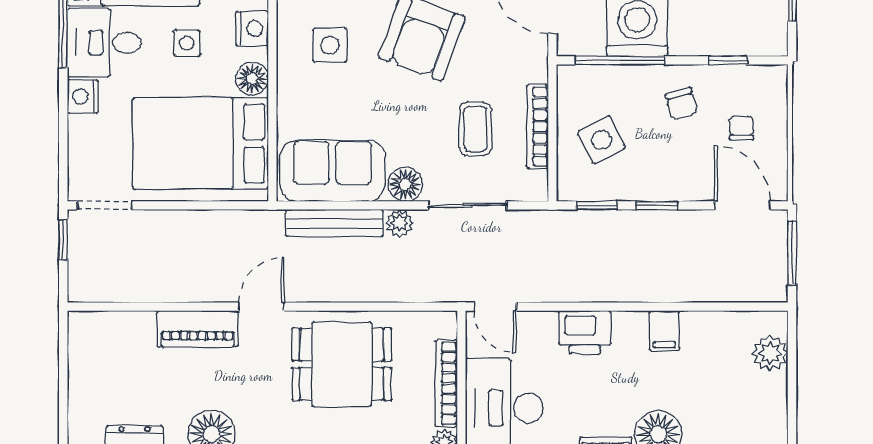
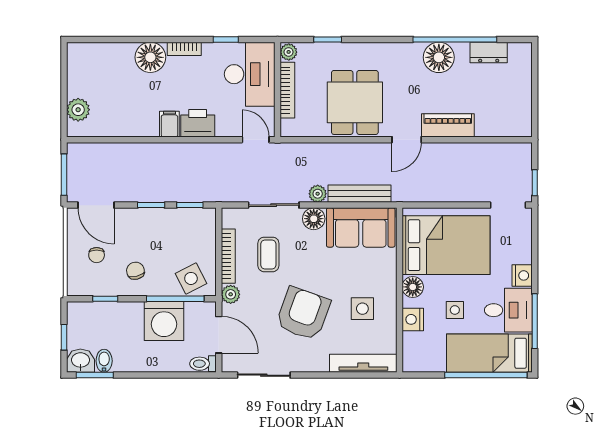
plant: (534, 67) -> (231, 294), added
side table: (601, 140) -> (191, 278), moved
filing cabinet: (664, 331) -> (169, 124), moved
dining table: (342, 364) -> (355, 102), turned 90

